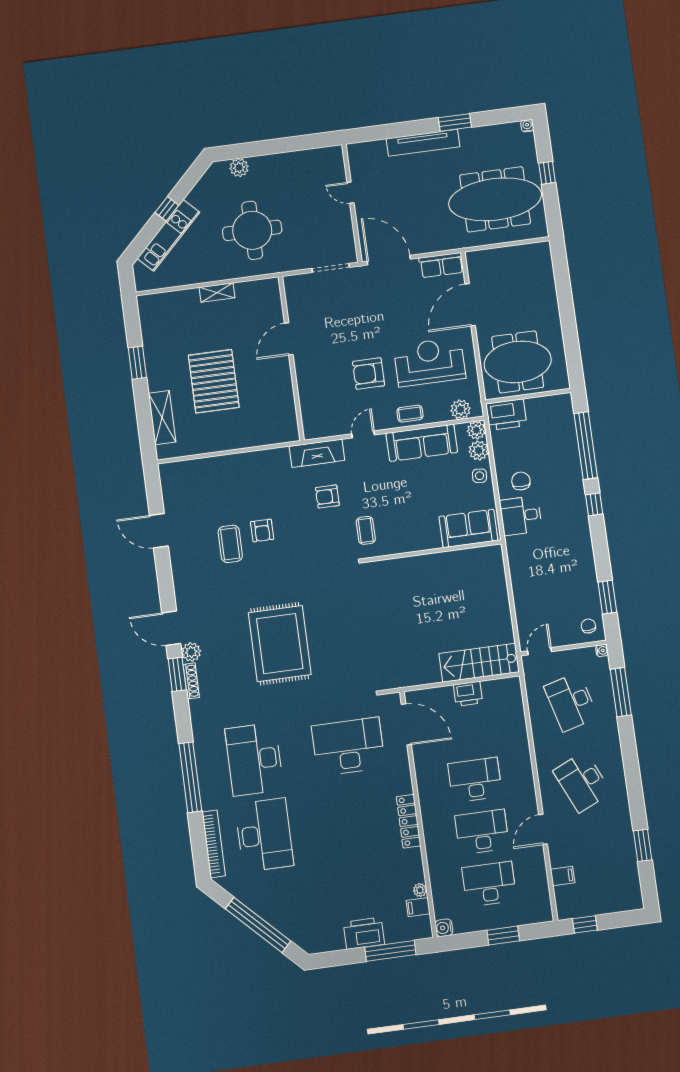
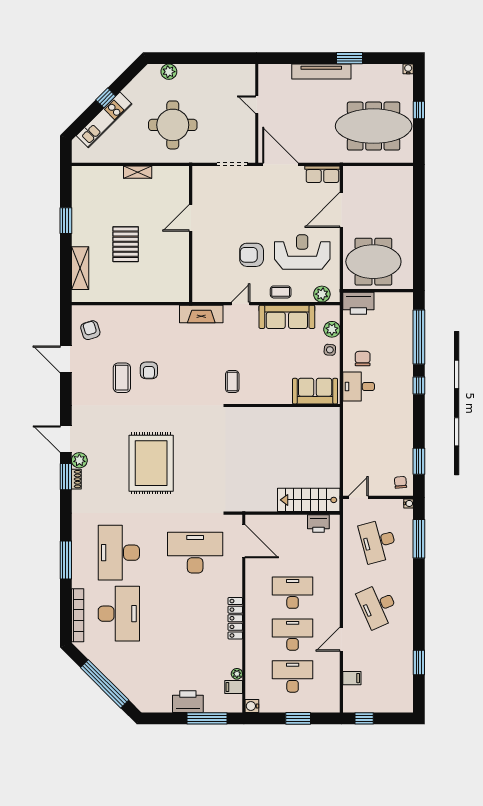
pallet: (214, 381) -> (126, 244), width x0.73, depth x0.71
plant: (476, 430) -> (332, 313), removed
armchair: (327, 496) -> (90, 330), moved, turned 73
shoe rack: (191, 681) -> (76, 479), width x0.70
printer: (468, 694) -> (318, 524), moved
window: (190, 777) -> (66, 560), width x0.68

